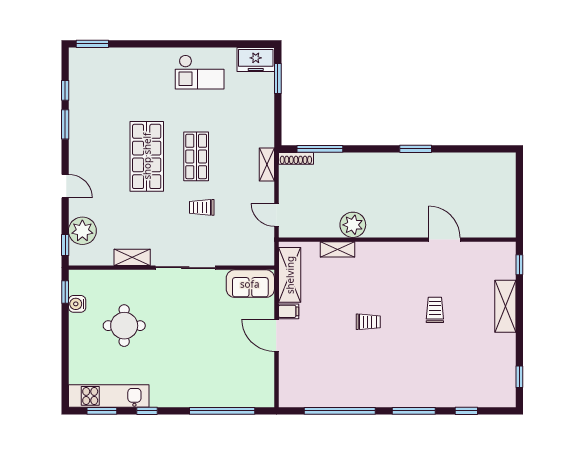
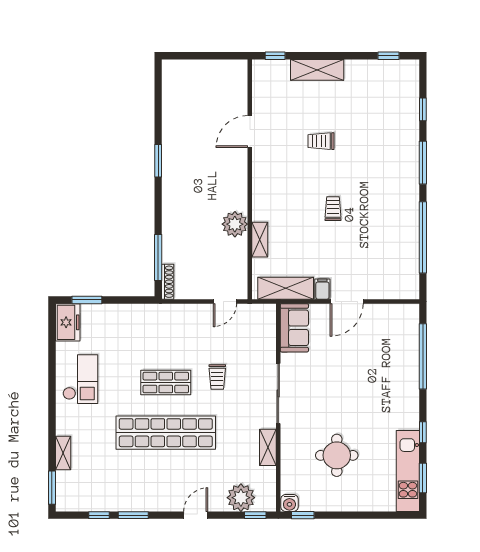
shop shelf: (147, 156) -> (166, 433), width x1.40
shelving: (267, 164) -> (63, 453), moved, turned 90
water cooler: (77, 304) -> (289, 503), moved

